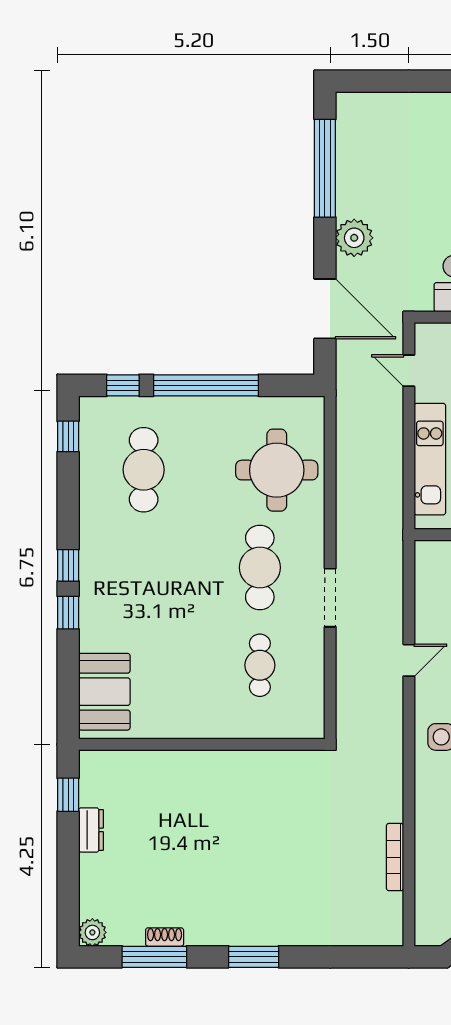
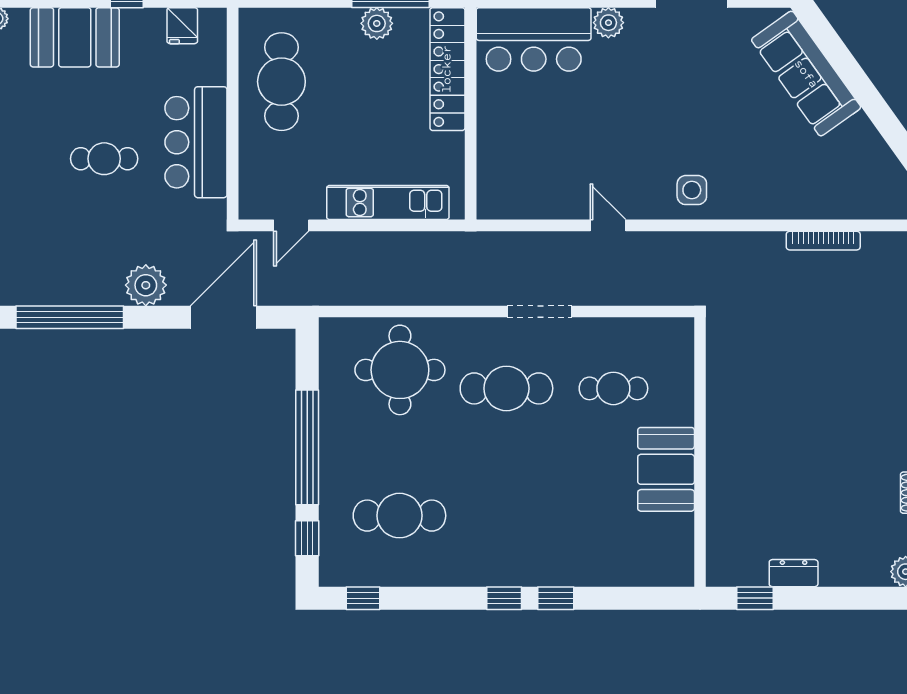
booth: (104, 692) -> (666, 469), moved, turned 90

